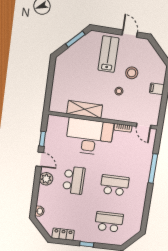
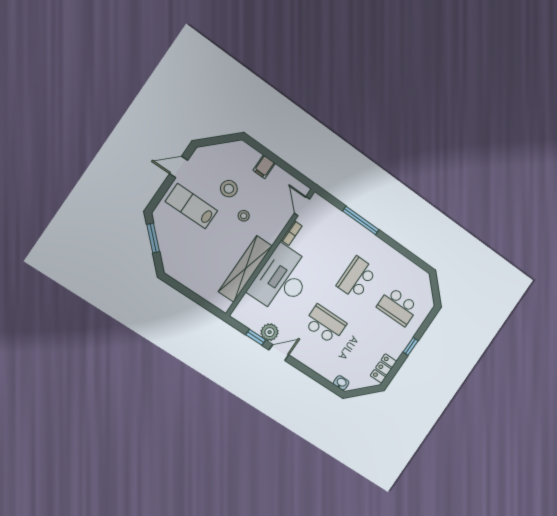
shelving: (85, 109) -> (245, 269), width x1.47
door: (144, 126) -> (302, 206), swing flipped
plant: (46, 179) -> (270, 332), moved
school desk: (109, 222) -> (398, 307), turned -90

